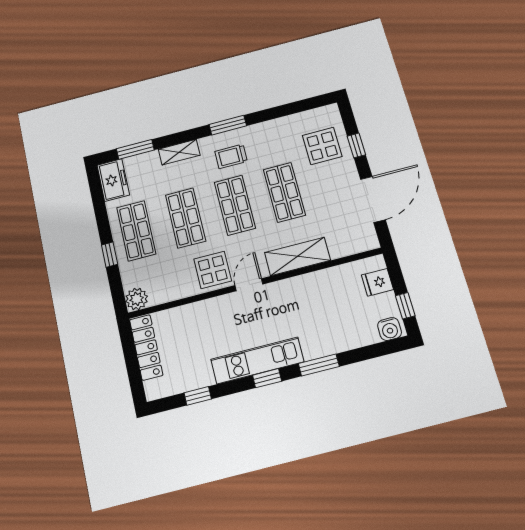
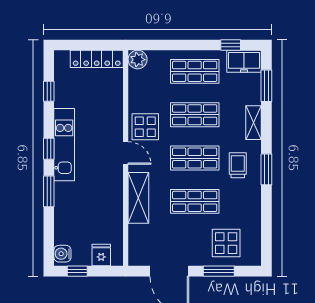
window: (356, 145) -> (219, 271), width x1.50
window: (110, 255) -> (231, 45), moved

